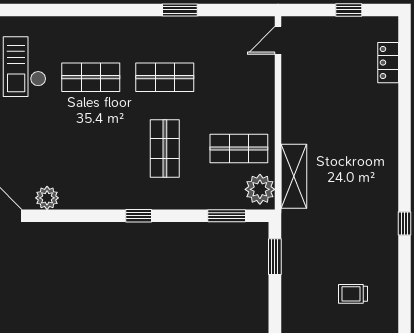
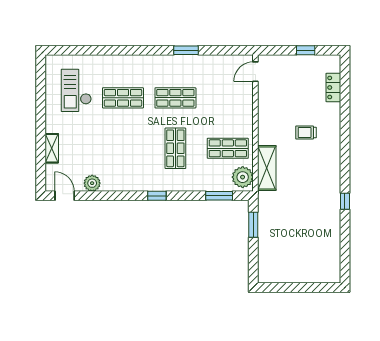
trolley: (353, 294) -> (306, 132), moved

